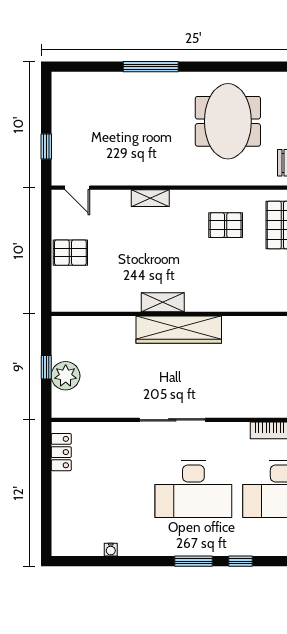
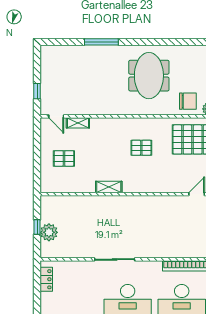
shelving: (150, 198) -> (78, 123), moved
pallet: (226, 225) -> (141, 148), moved
pallet: (70, 253) -> (64, 158), moved
wardrobe: (179, 330) -> (119, 204), removed

